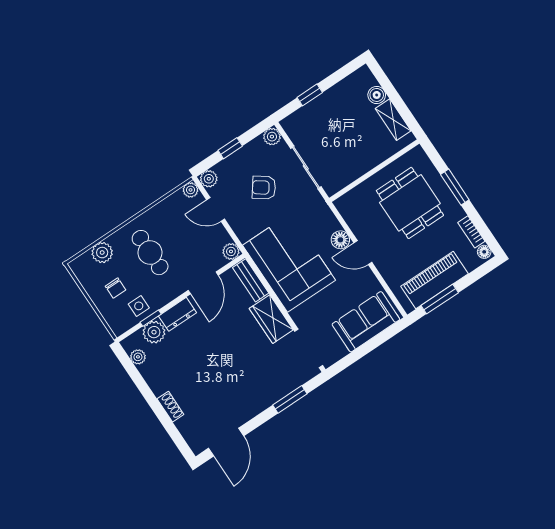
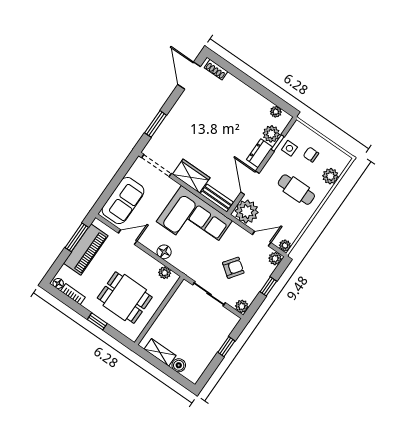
window: (455, 187) -> (97, 321), width x0.67
plant: (350, 214) -> (165, 273), added
plant: (231, 251) -> (247, 212), width x1.88, depth x1.88
door: (363, 253) -> (128, 237), moved
shoe rack: (170, 407) -> (216, 70), moved

